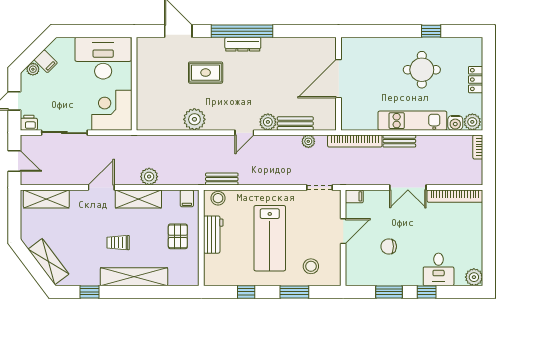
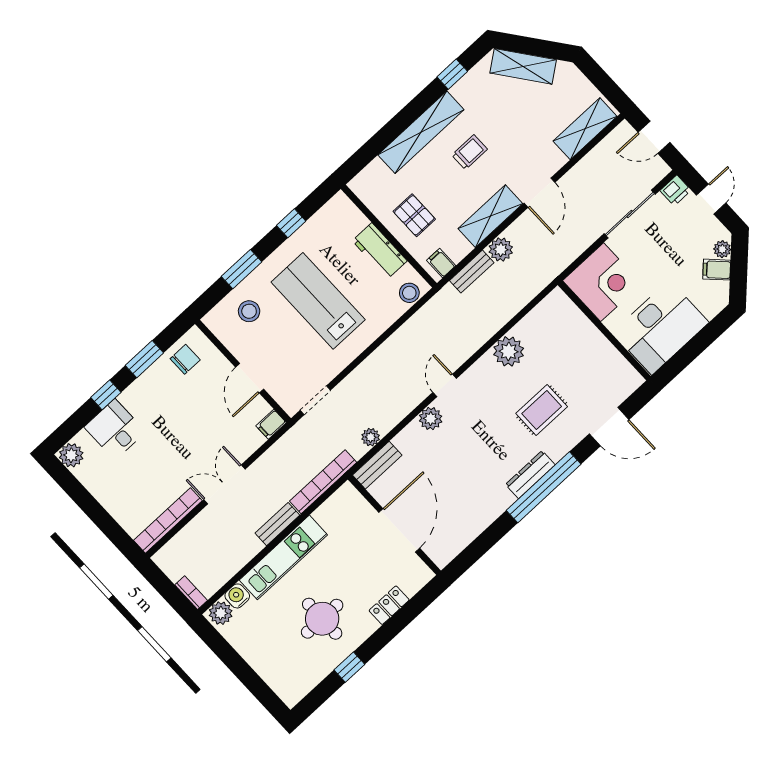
locker: (476, 80) -> (389, 605), moved, turned -90
bench: (295, 123) -> (377, 465), moved
bench: (222, 179) -> (472, 272), moved
chair: (389, 246) -> (185, 359), moved

